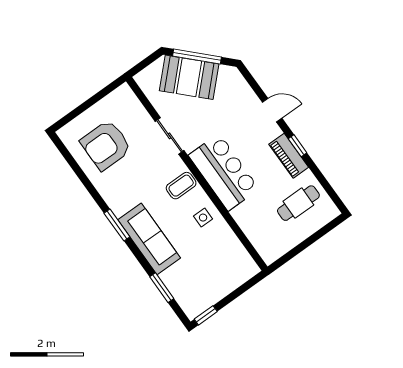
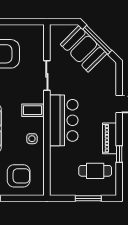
window: (298, 146) -> (119, 154), moved
window: (313, 239) -> (88, 198), added
armchair: (218, 269) -> (19, 176), added

